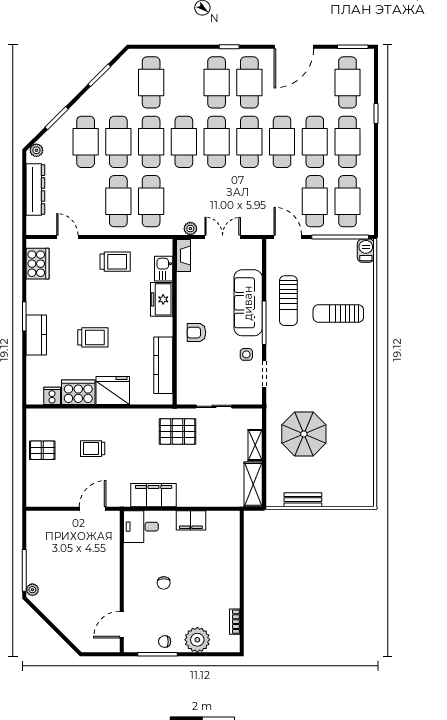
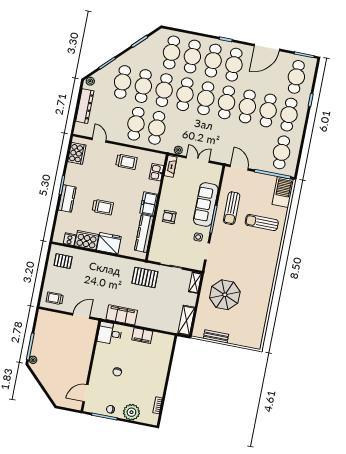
cafe table: (315, 201) -> (192, 56), moved
barbecue: (366, 251) -> (283, 192), width x1.88, depth x1.53
freezer: (162, 299) -> (149, 204), moved
shelving: (255, 445) -> (195, 283), moved
trolley: (93, 449) -> (55, 298), moved
pallet: (42, 450) -> (63, 261), moved

